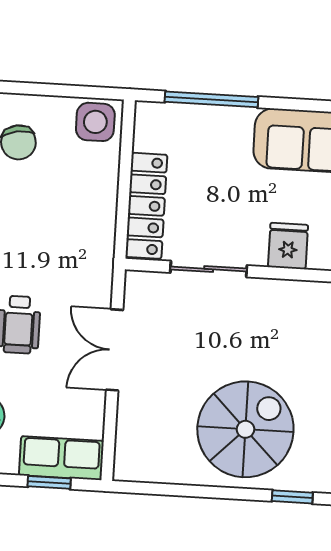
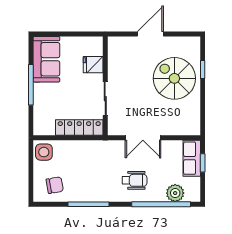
window: (211, 99) -> (31, 85), moved
window: (292, 497) -> (203, 69), moved

